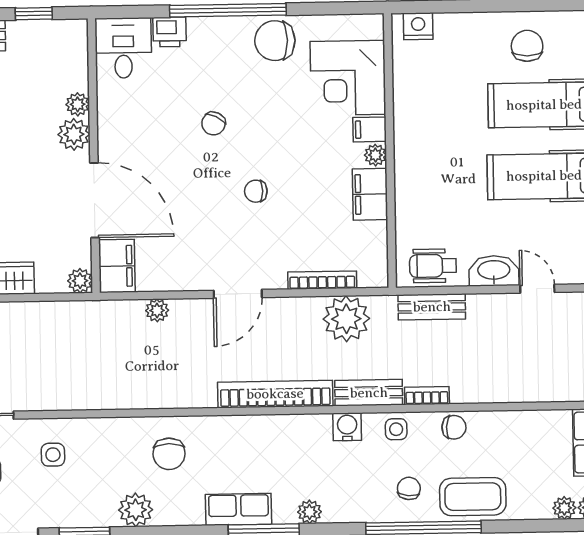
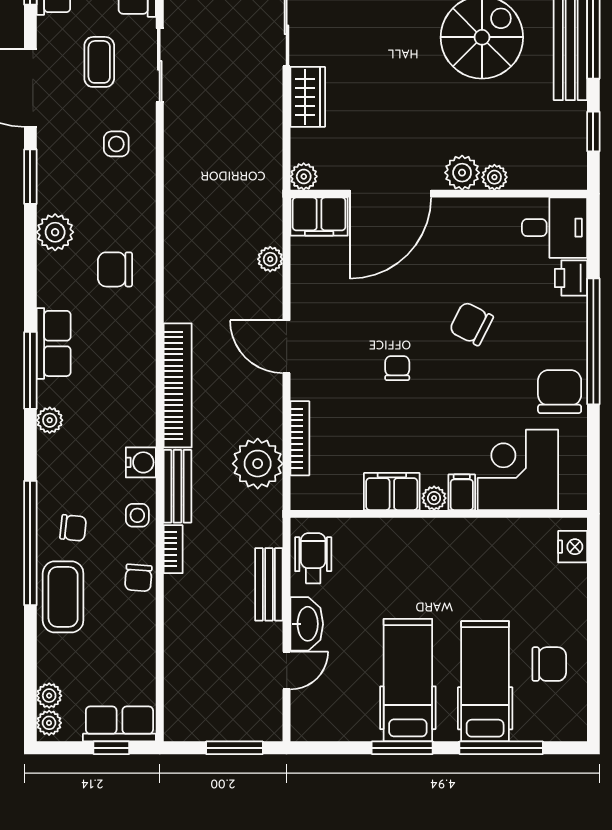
chair: (213, 123) -> (471, 324), width x1.37, depth x1.37
bench: (432, 307) -> (269, 584), moved

